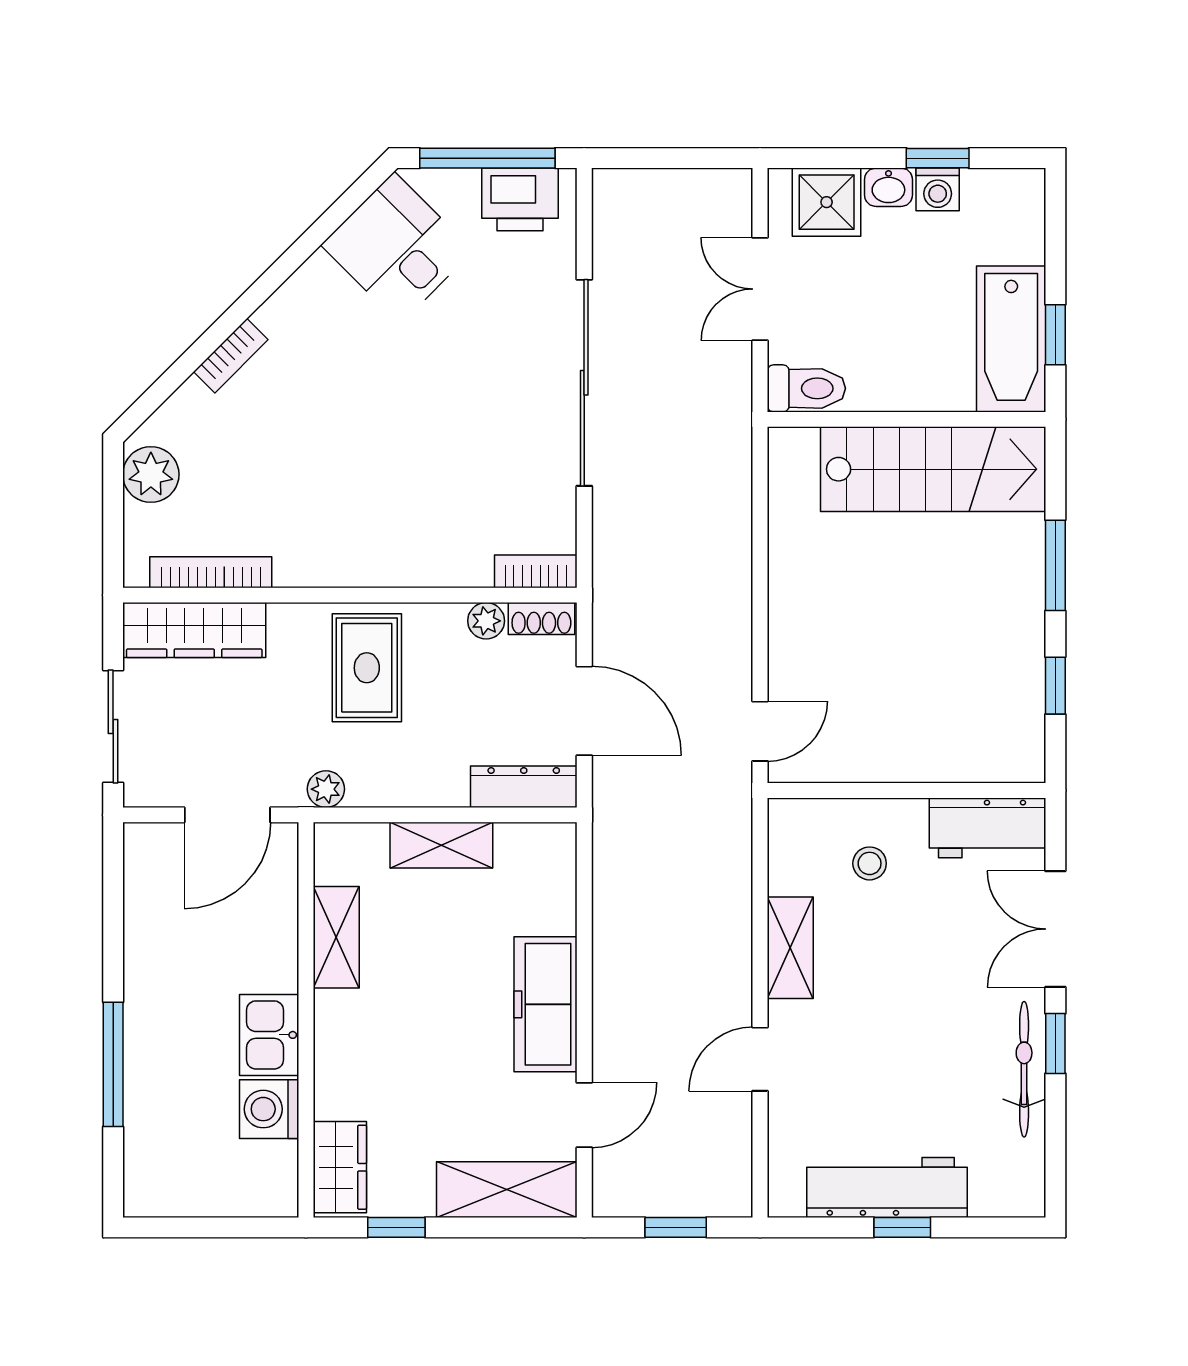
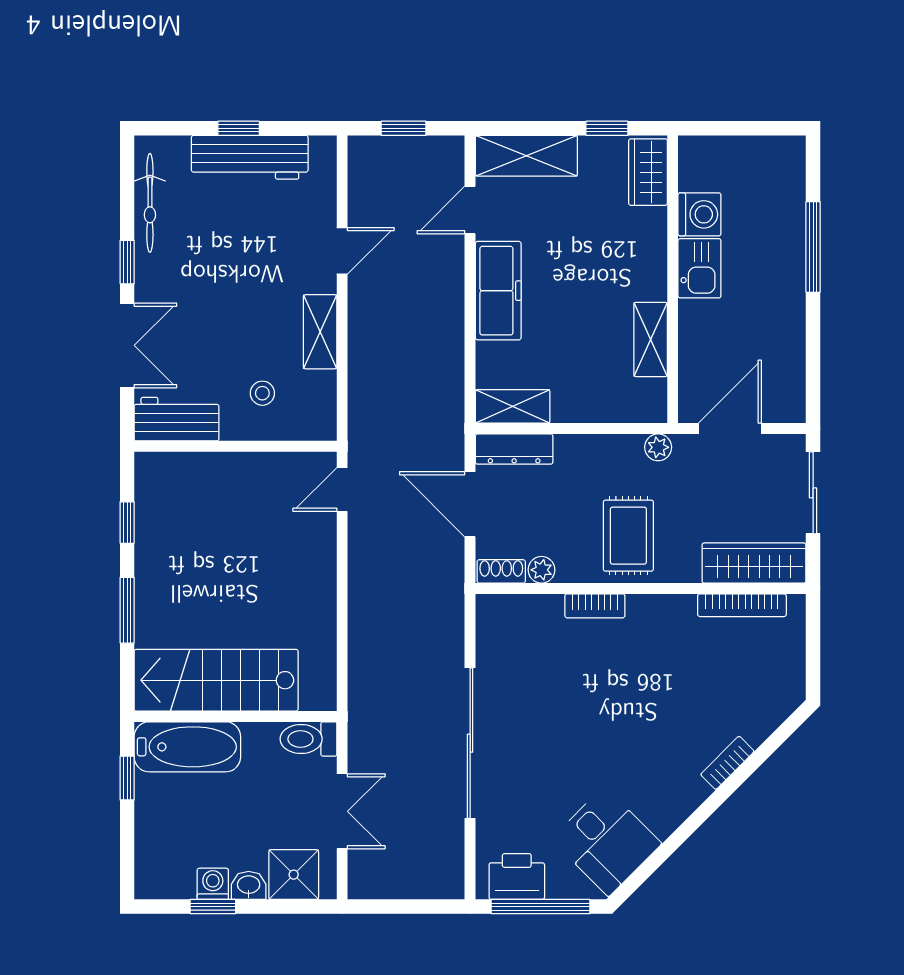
bathtub: (1011, 339) -> (187, 747), moved, turned 90
plant: (151, 474) -> (786, 676), removed
bookcase: (536, 571) -> (595, 606), moved
shelving: (441, 845) -> (513, 406), moved
bicycle: (1024, 1069) -> (150, 203), moved

